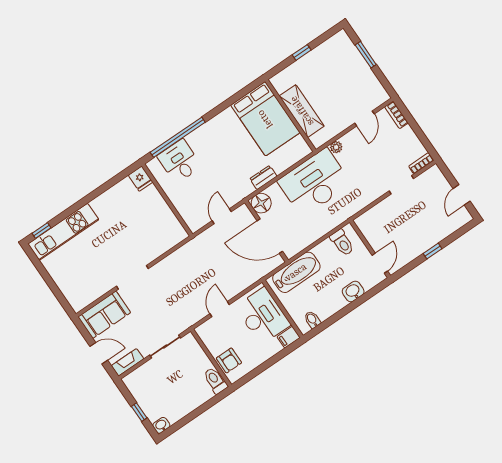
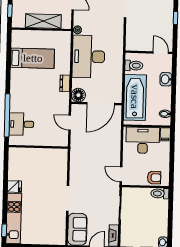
shelving: (302, 111) -> (43, 21), moved
wall: (290, 116) -> (41, 29), moved
bed: (265, 119) -> (33, 58), width x0.67
fridge: (141, 179) -> (14, 187), moved
bathtub: (296, 272) -> (135, 97), width x1.36, depth x1.36
door: (220, 309) -> (121, 174), moved

